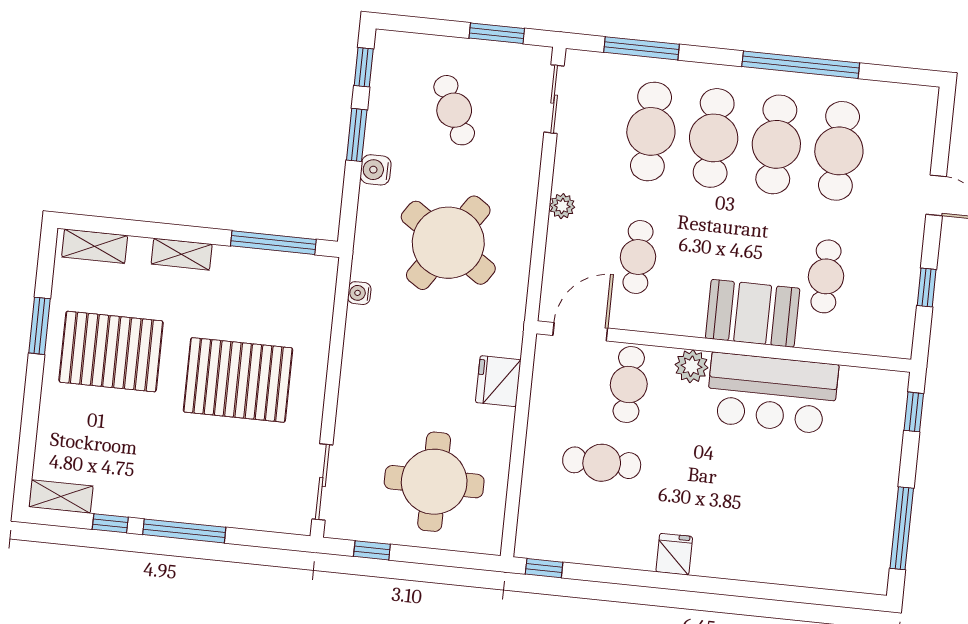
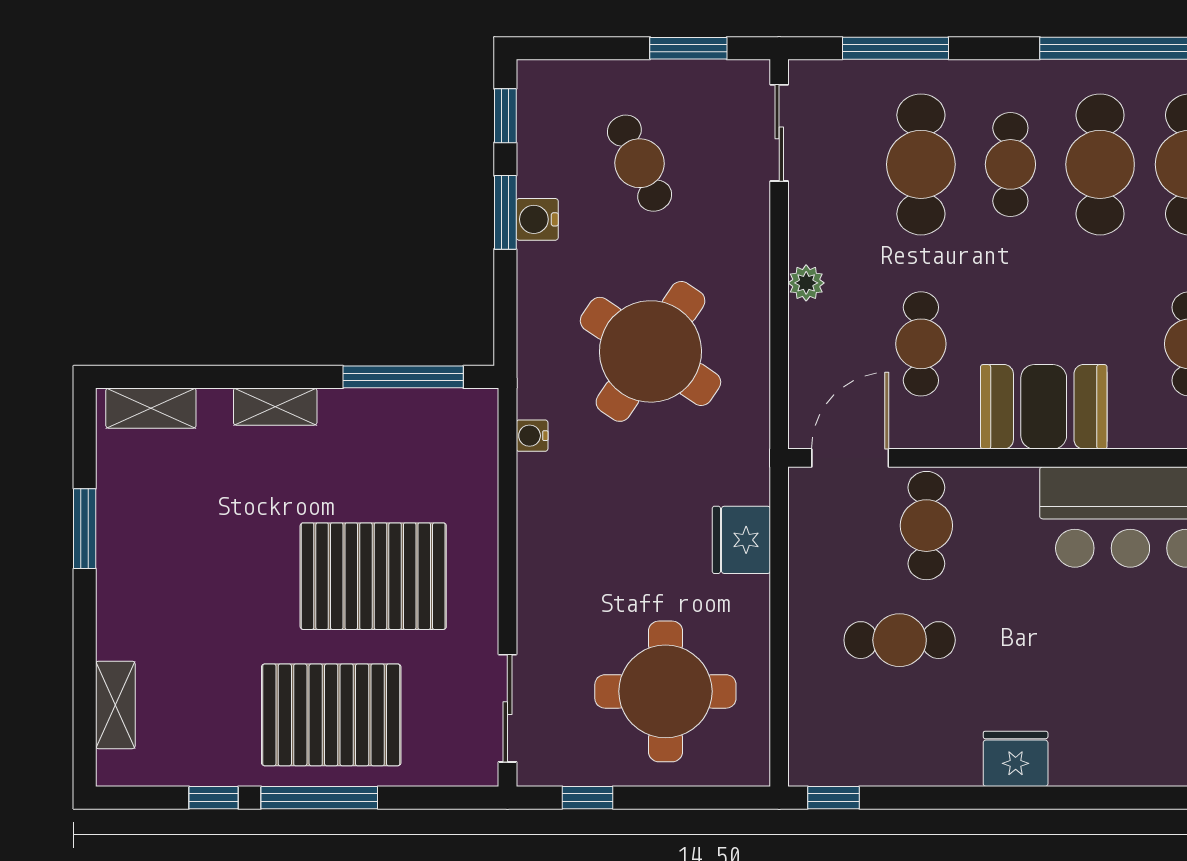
cafe table: (714, 138) -> (1010, 164), width x0.73, depth x0.74
water cooler: (376, 170) -> (537, 219), moved
booth: (753, 313) -> (1044, 407), moved
pallet: (111, 352) -> (331, 715), moved
plant: (692, 366) -> (1013, 491), removed
shelving: (61, 496) -> (115, 705), moved, turned 90
fridge: (674, 554) -> (1016, 759), width x1.38

